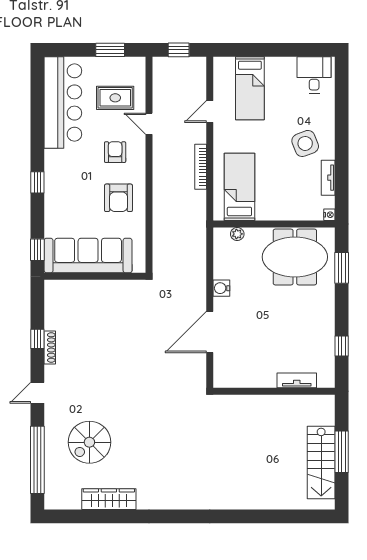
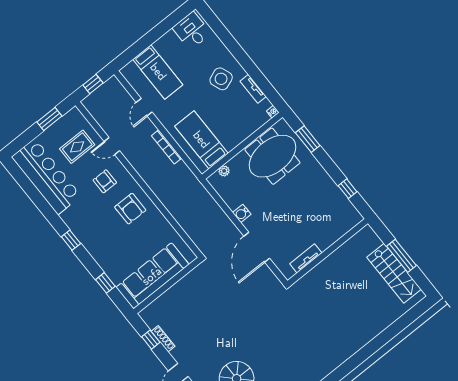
sofa: (88, 256) -> (152, 276), moved
wall: (95, 276) -> (167, 286), moved
tv unit: (297, 380) -> (306, 258), moved

